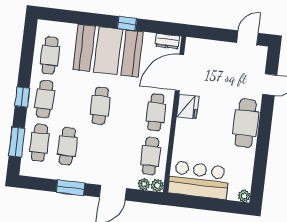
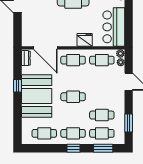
fridge: (188, 107) -> (85, 40), moved
window: (70, 188) -> (129, 123), moved

